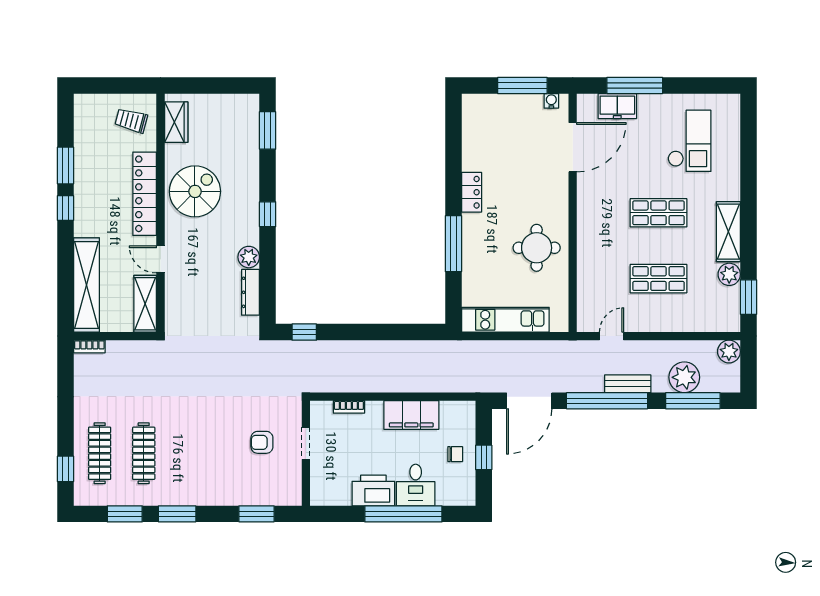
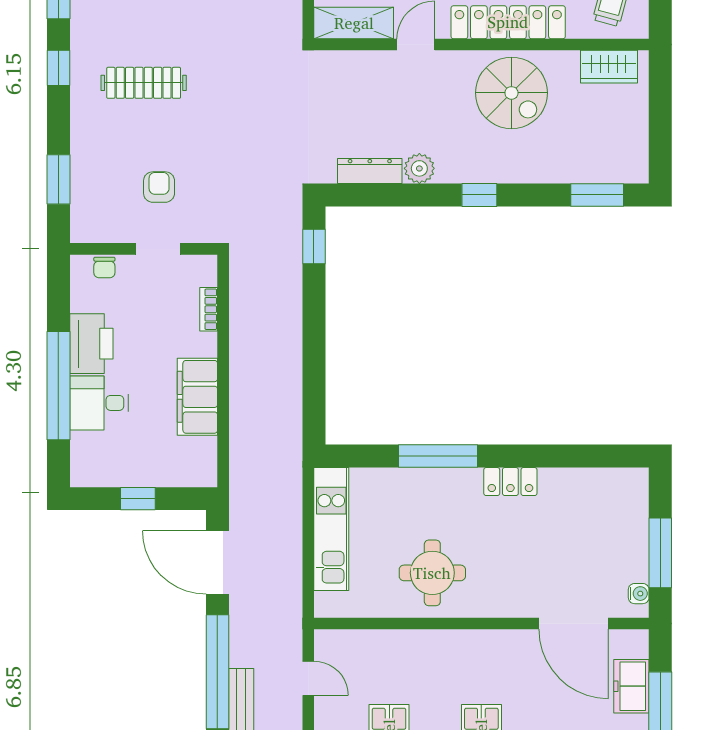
clothes rail: (144, 453) -> (144, 83), moved
chair: (455, 454) -> (104, 268), moved
window: (177, 514) -> (58, 68), width x0.67

